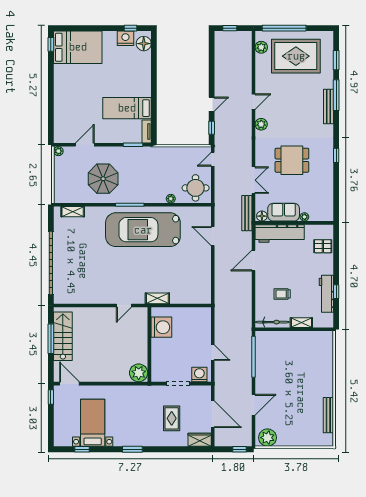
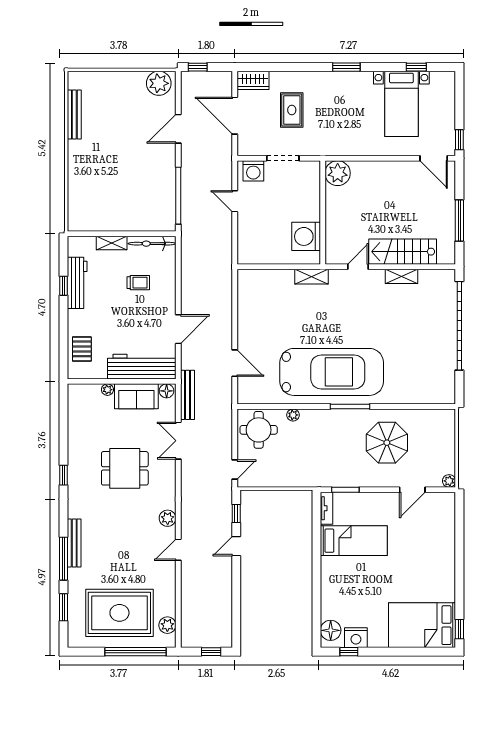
shelving: (73, 212) -> (402, 276), moved
pallet: (323, 246) -> (82, 349), turned 90
stairs: (63, 336) -> (403, 252), moved, turned 90

